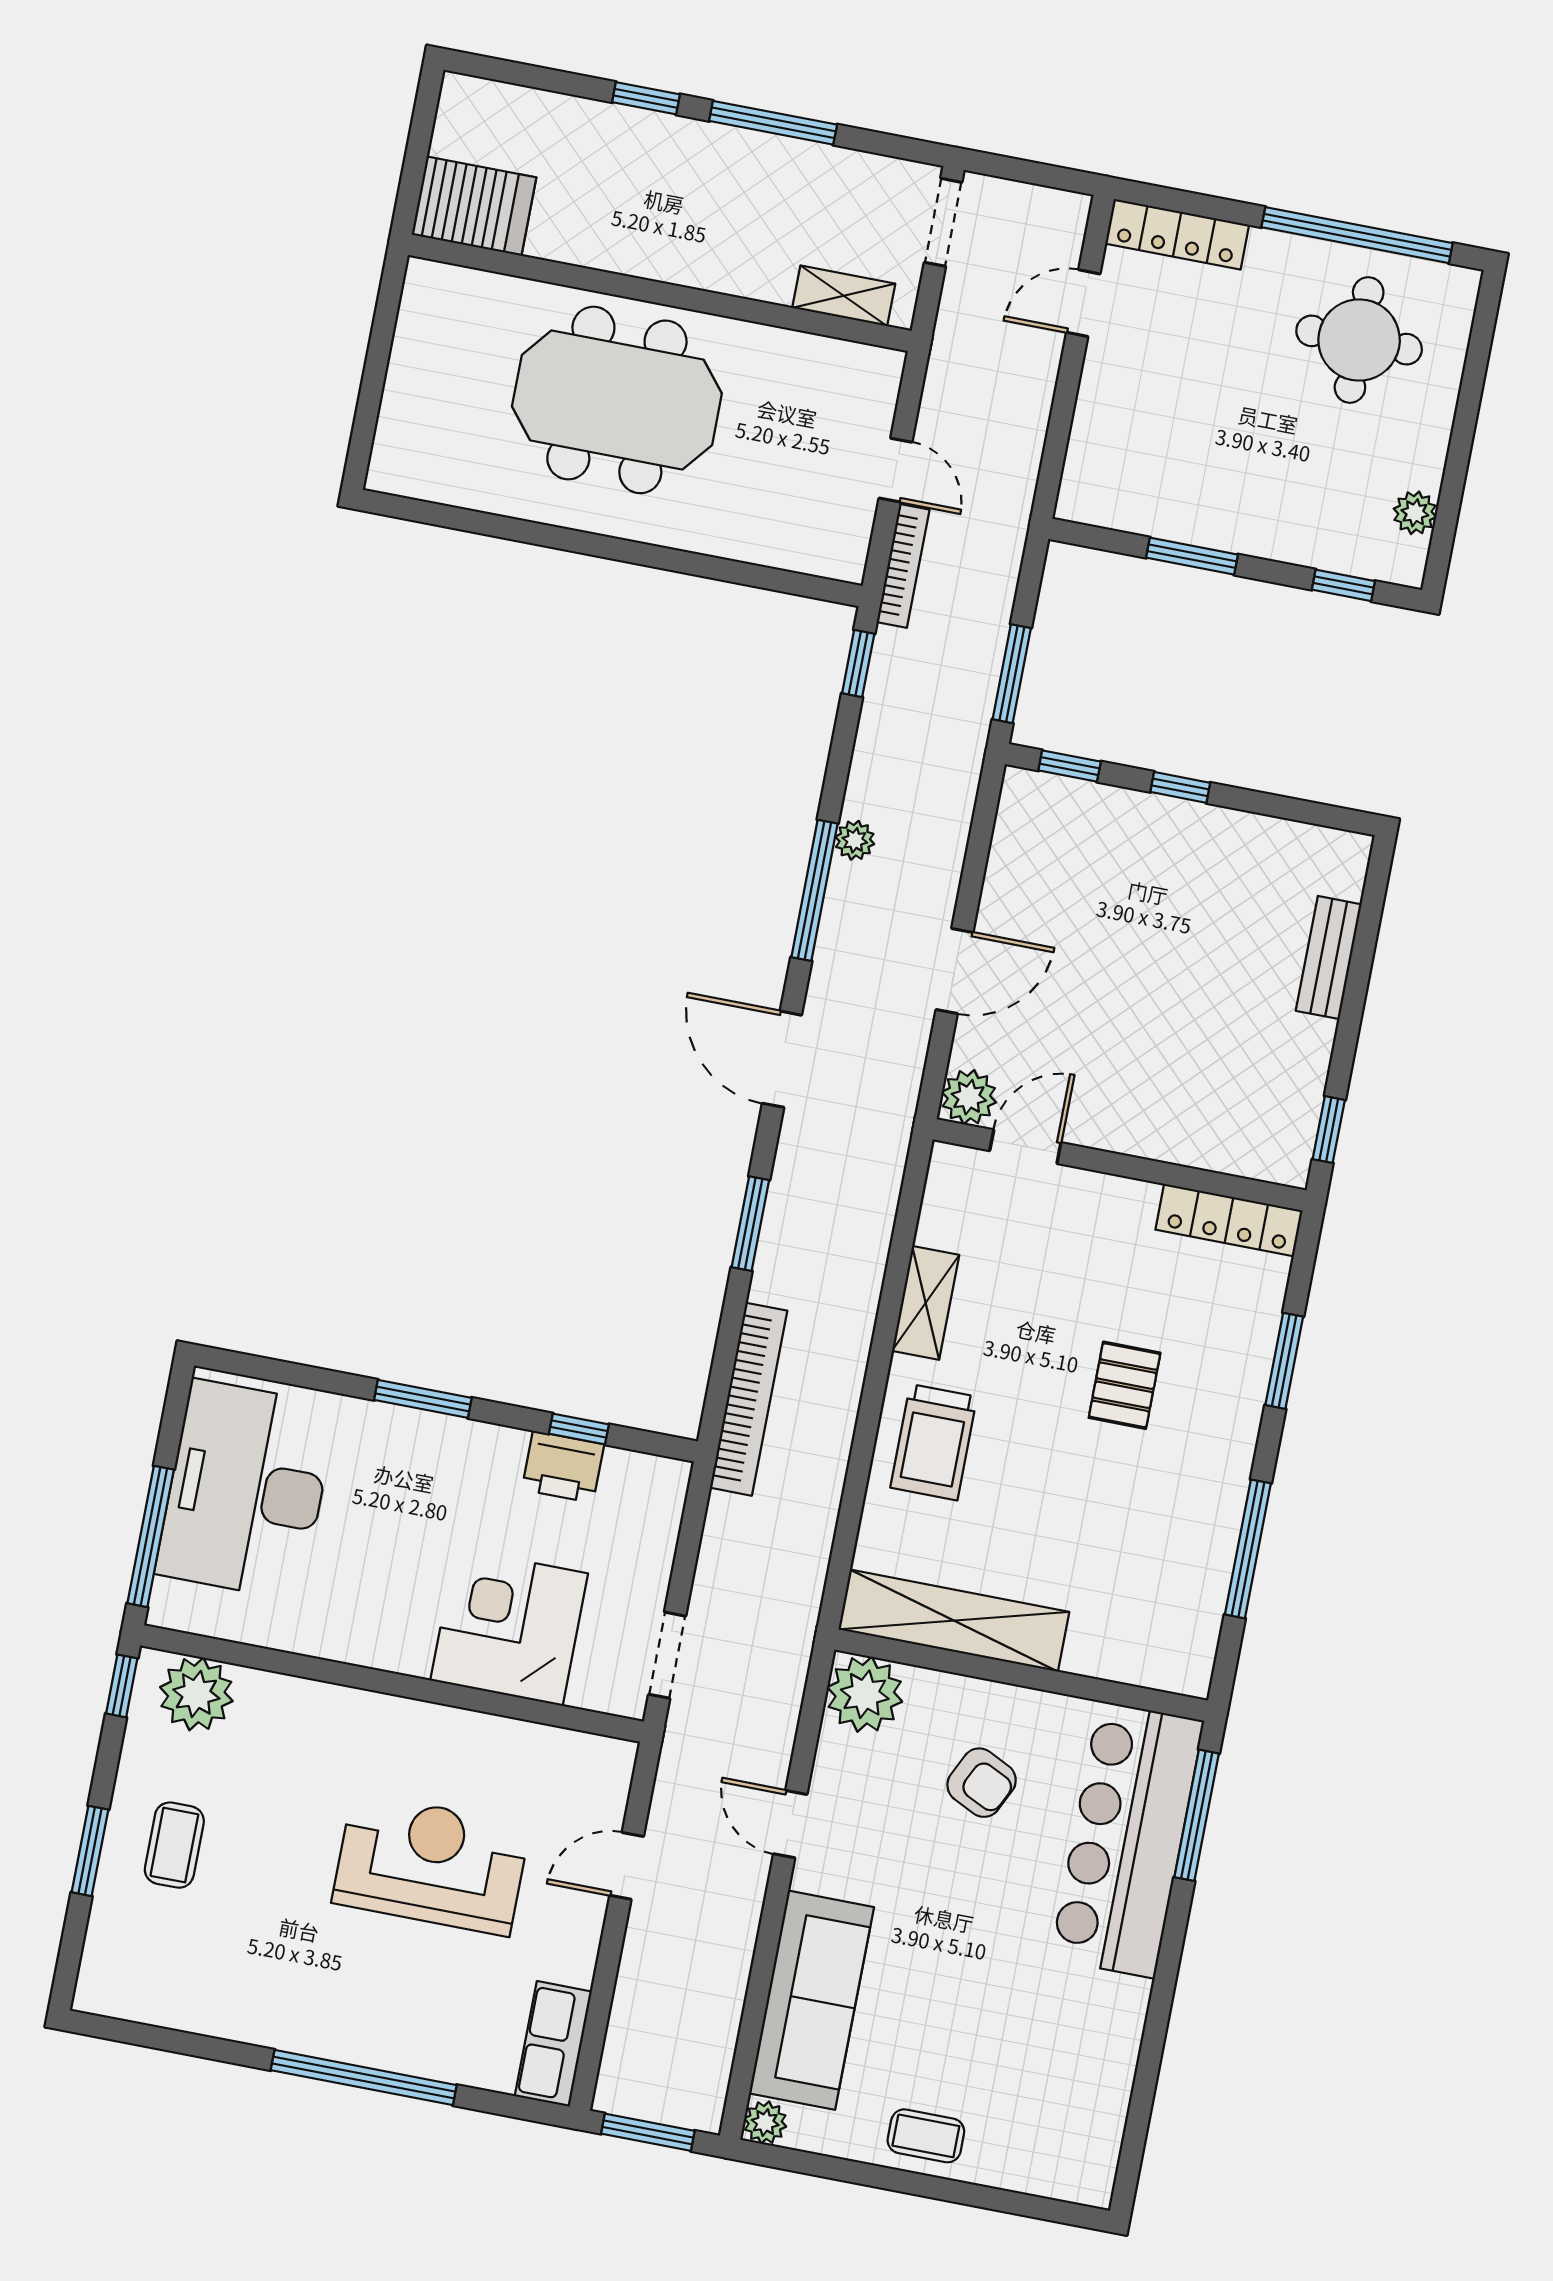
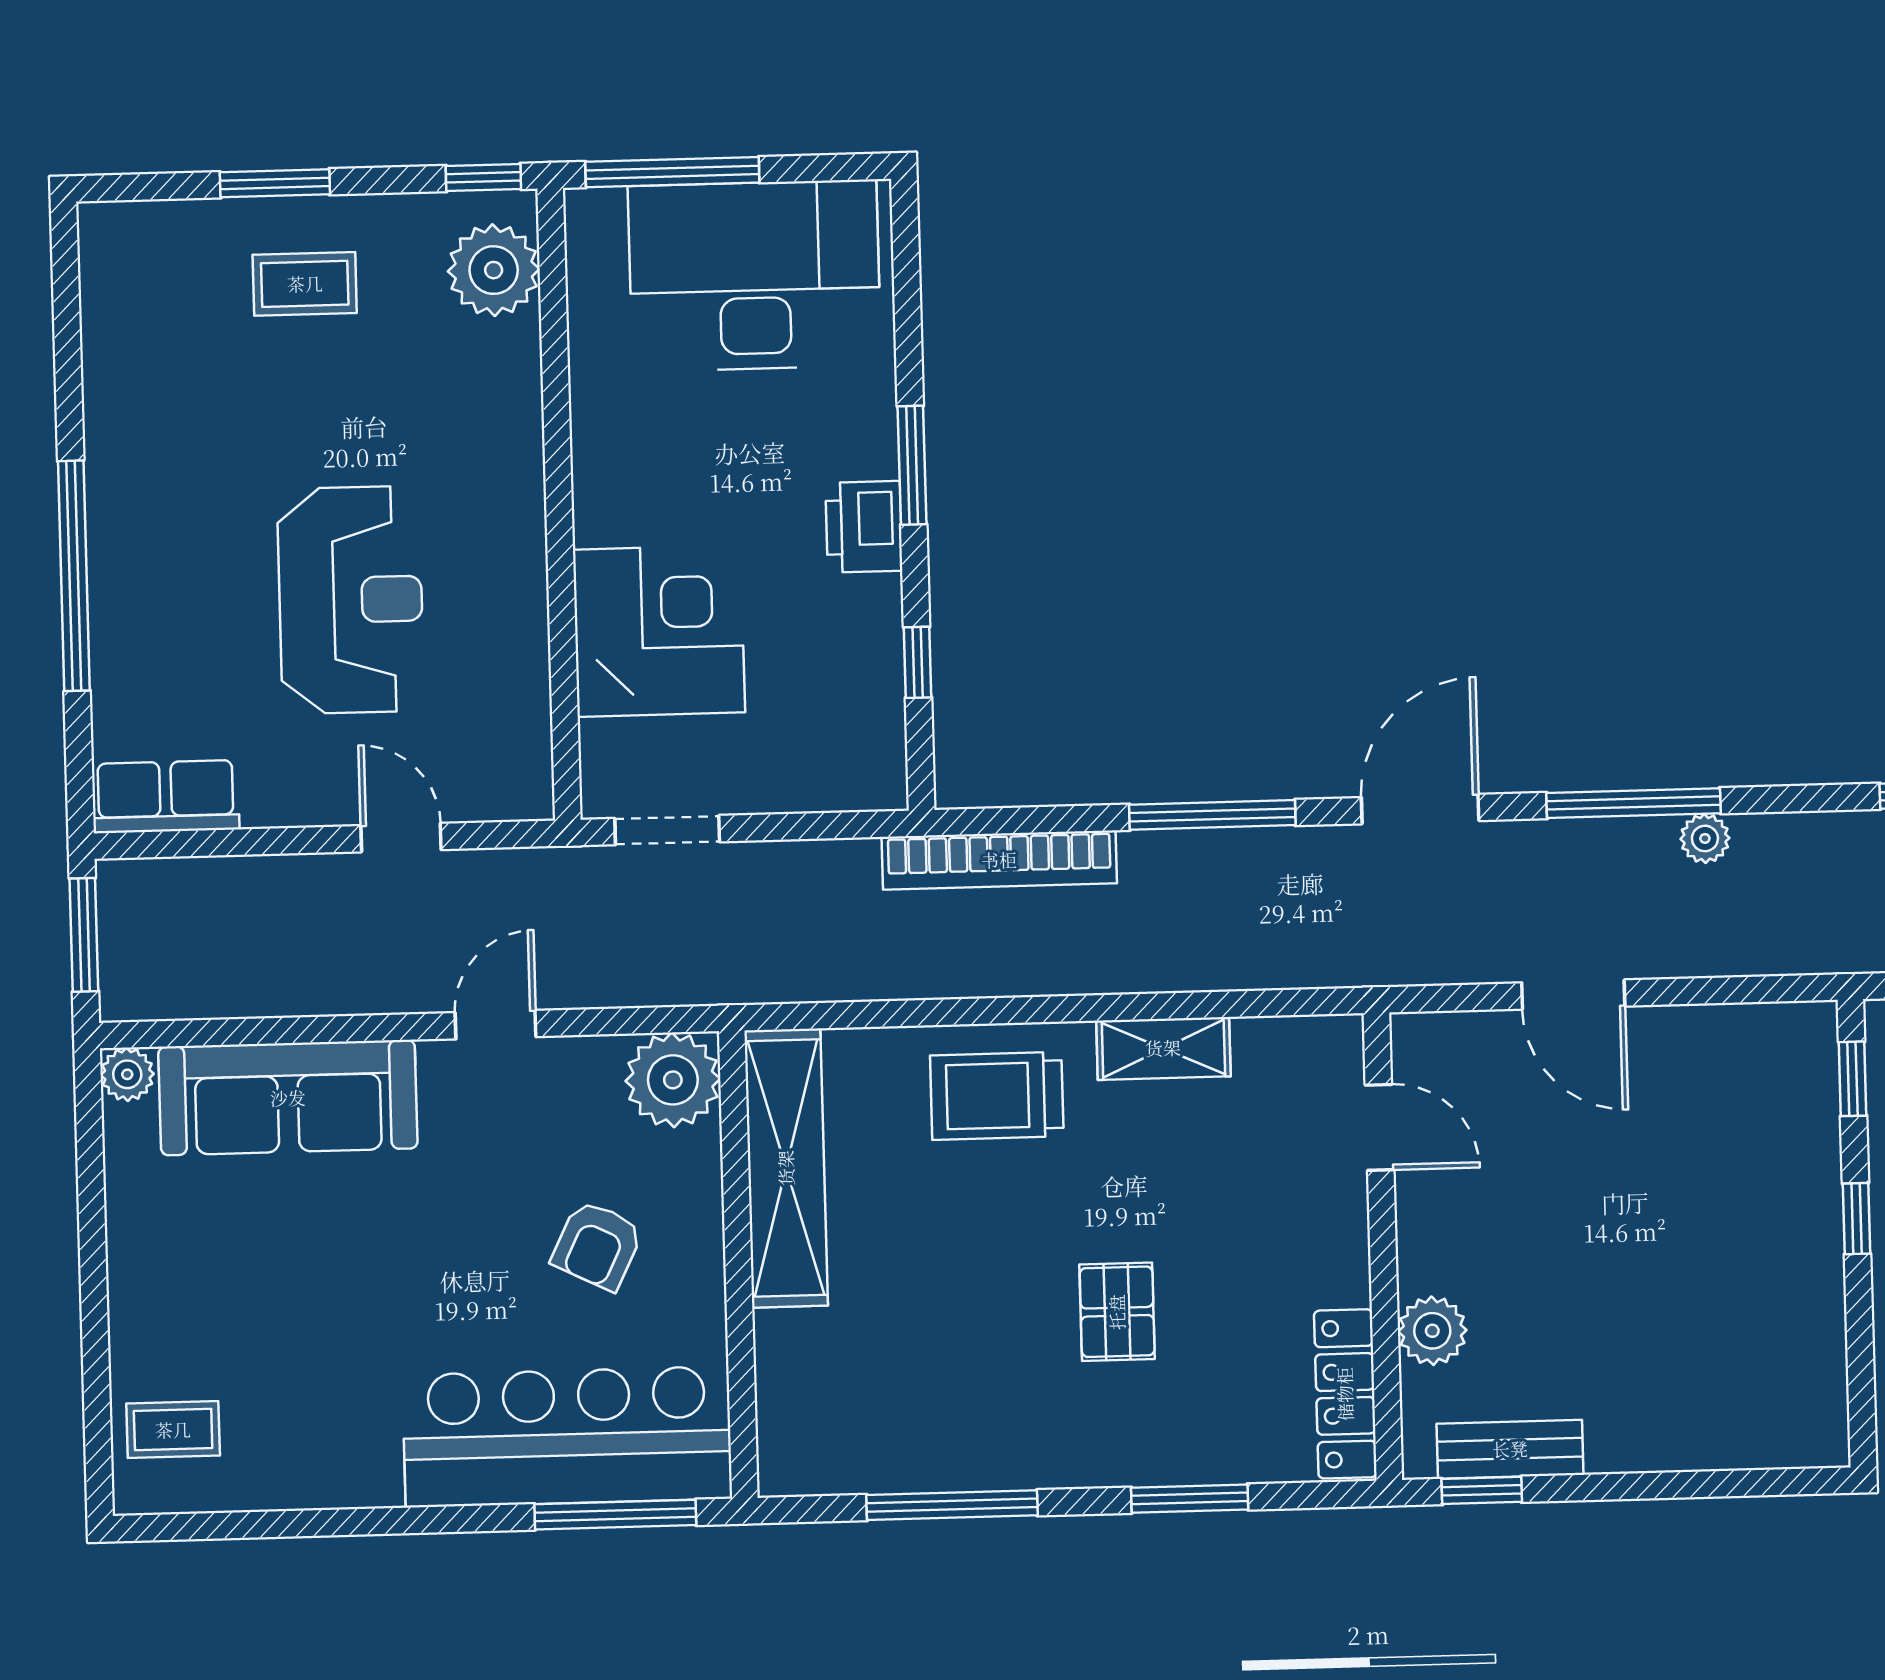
bench: (1329, 958) -> (1510, 1449), moved
plant: (969, 1097) -> (1432, 1331), moved
window: (750, 1224) -> (1212, 815), width x1.44
pallet: (1125, 1385) -> (1117, 1312), turned 90
printer: (563, 1467) -> (864, 527), moved
coffee table: (926, 2136) -> (173, 1430), moved, turned 90

